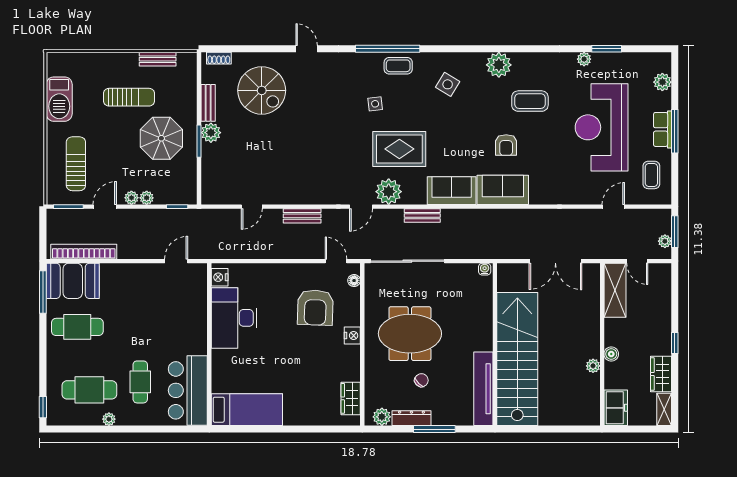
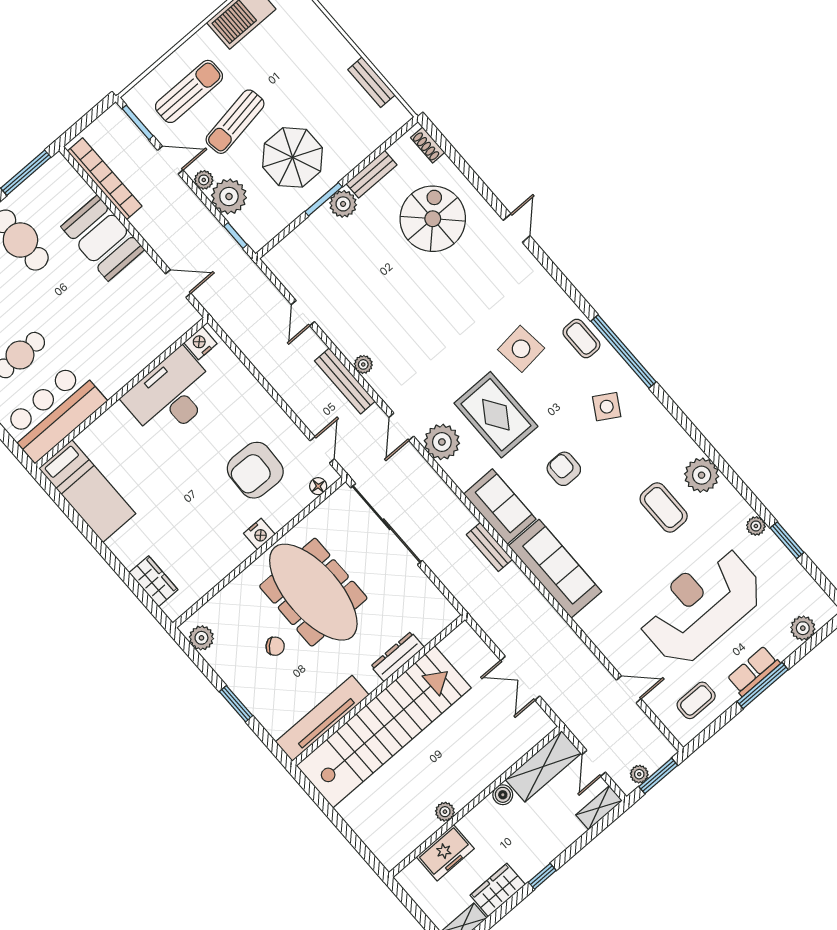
window: (388, 49) -> (624, 351), moved
plant: (499, 65) -> (702, 475), moved
spiral stairs: (262, 90) -> (433, 219), turned 180
sun lounger: (129, 97) -> (235, 122), moved, turned 81
side table: (375, 104) -> (521, 349), width x1.87, depth x1.87
armchair: (506, 145) -> (564, 469), moved, turned 90
sofa: (503, 190) -> (555, 569), width x1.36
plant: (147, 198) -> (229, 196), width x1.87, depth x1.87
plant: (309, 198) -> (363, 364), added
door: (252, 207) -> (303, 313), hinge flipped
door: (361, 207) -> (401, 427), hinge flipped
bench: (302, 216) -> (345, 381), width x1.36
bench: (422, 216) -> (489, 547), moved
double door: (555, 261) -> (520, 678), width x0.73
water cooler: (485, 269) -> (448, 612), removed
shelving: (664, 279) -> (599, 808), added
booth: (73, 281) -> (103, 238), moved
meeting table: (410, 334) -> (313, 592), width x1.36
boiler: (611, 354) -> (503, 795), moved
wardrobe: (351, 398) -> (153, 581), moved, turned 90
freezer: (616, 408) -> (445, 853), moved
dresser: (411, 418) -> (397, 657), moved, turned -90
window: (434, 429) -> (236, 704), width x0.69

